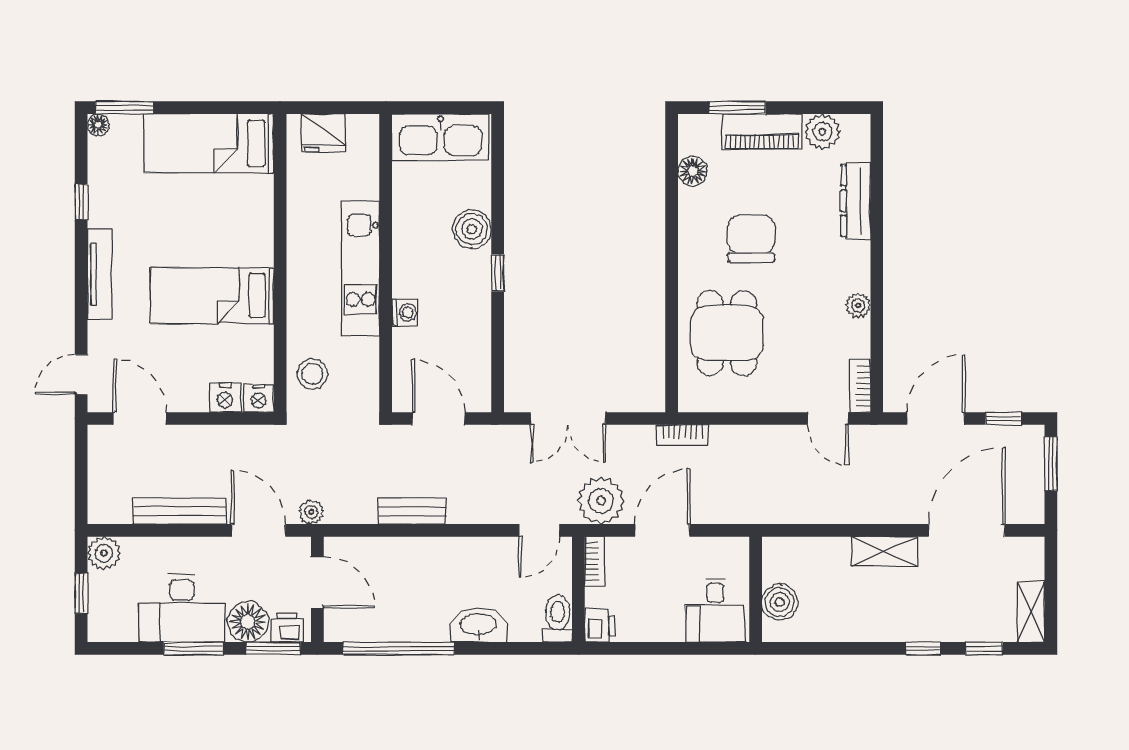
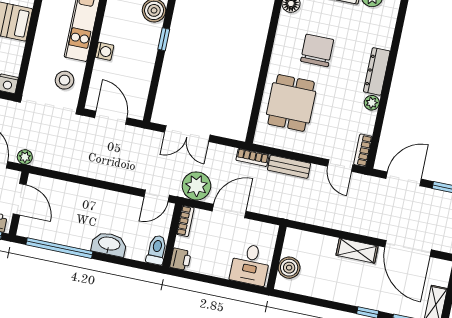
dresser: (856, 201) -> (377, 71), moved
stool: (312, 374) -> (65, 80), moved
bench: (412, 511) -> (289, 167), moved
door: (967, 530) -> (408, 248), swing flipped

